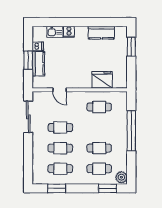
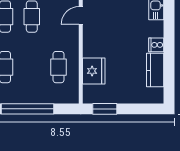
cooker: (69, 32) -> (156, 45), moved
window: (131, 47) -> (105, 109), moved

